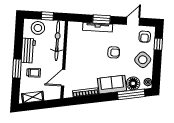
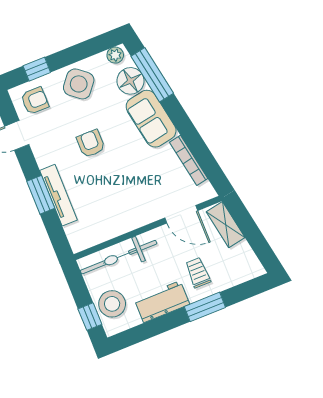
window: (47, 16) -> (90, 317), moved
shelving: (33, 97) -> (226, 225), moved

